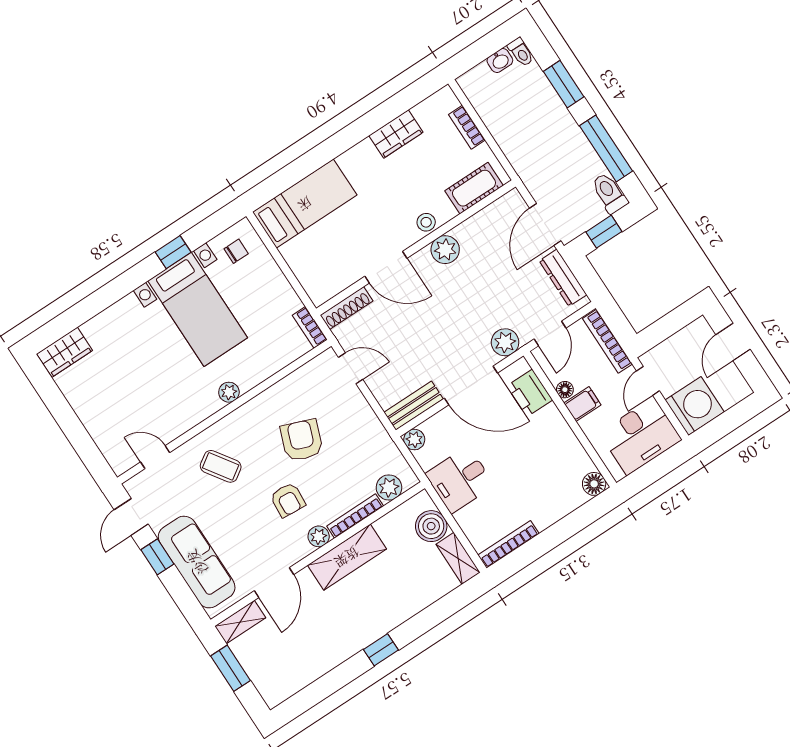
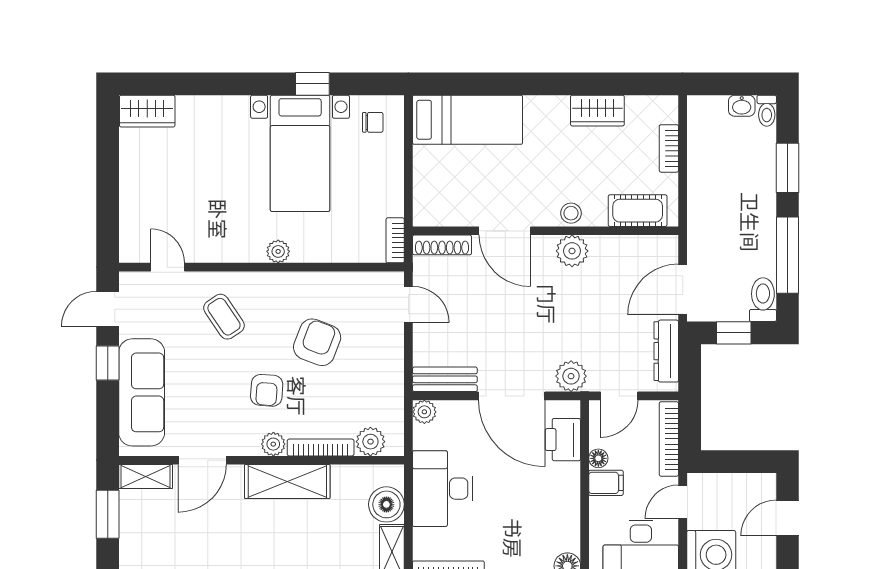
desk: (460, 480) -> (442, 489), width x1.37

